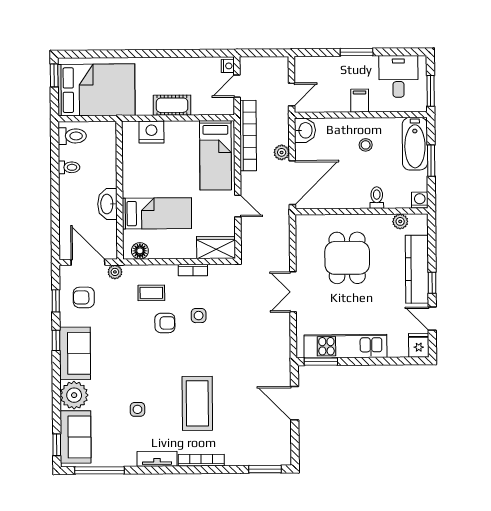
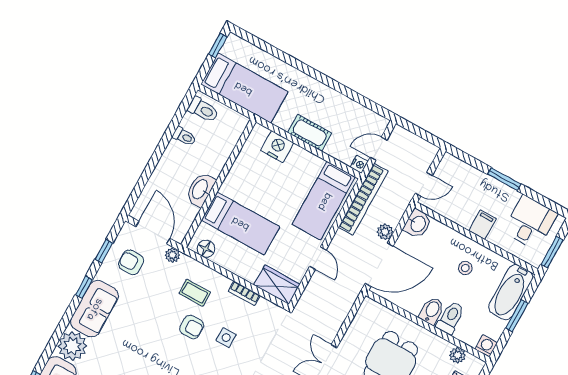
nightstand: (228, 66) -> (359, 164), moved
bed: (96, 90) -> (244, 88), width x0.67
bidet: (358, 196) -> (432, 311), added
toilet: (377, 198) -> (451, 318), width x1.37, depth x1.39

